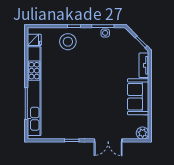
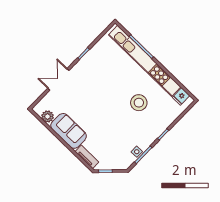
stool: (68, 42) -> (139, 103), moved
plant: (143, 133) -> (48, 116), moved

